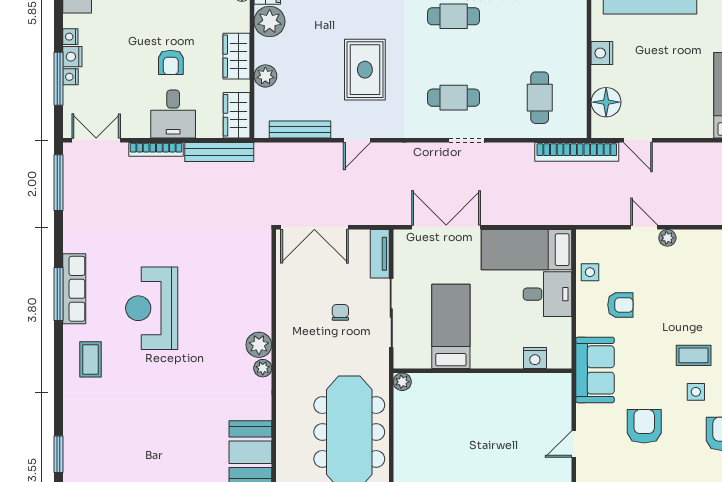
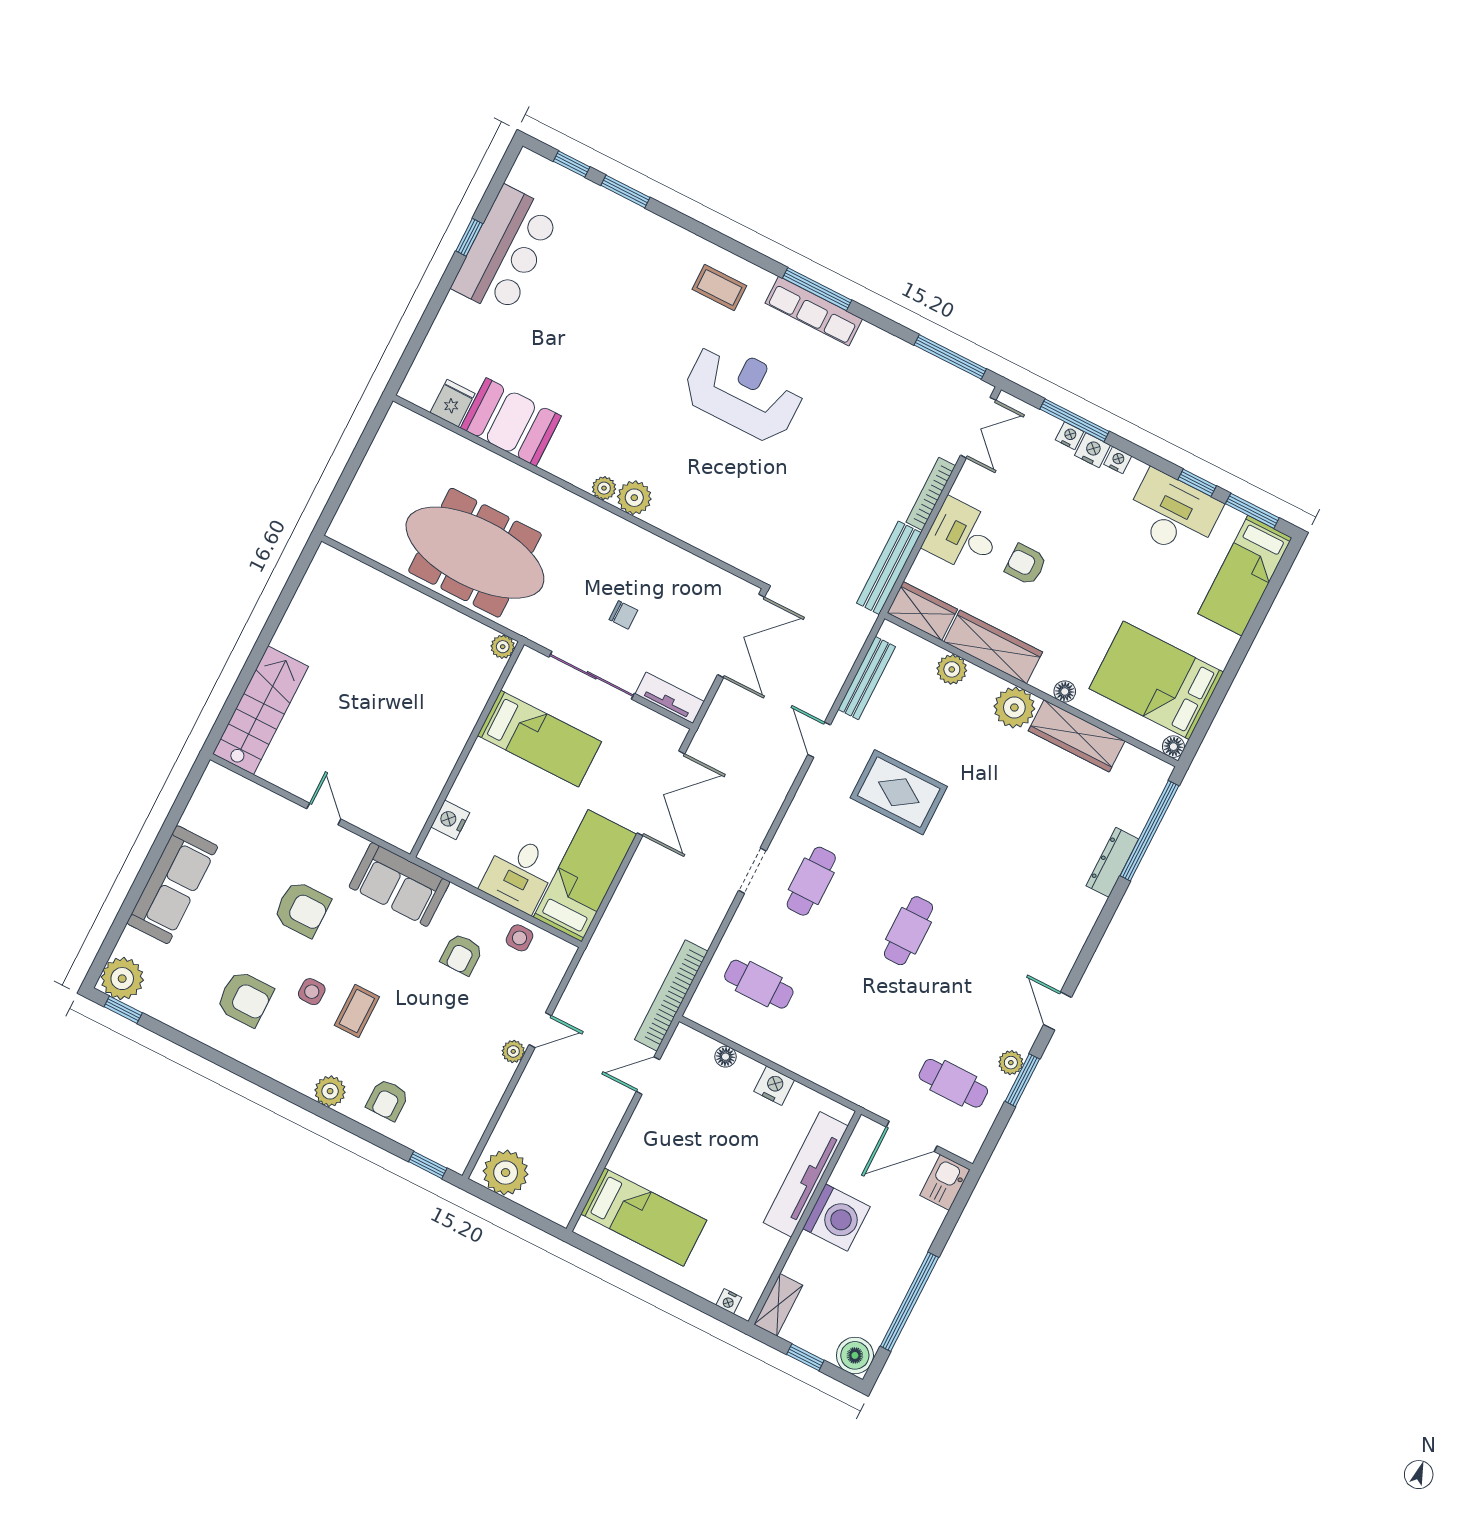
wardrobe: (236, 56) -> (993, 647), width x1.50
floor lamp: (606, 102) -> (725, 1057), width x0.53, depth x0.53
double door: (314, 227) -> (741, 636), swing flipped

